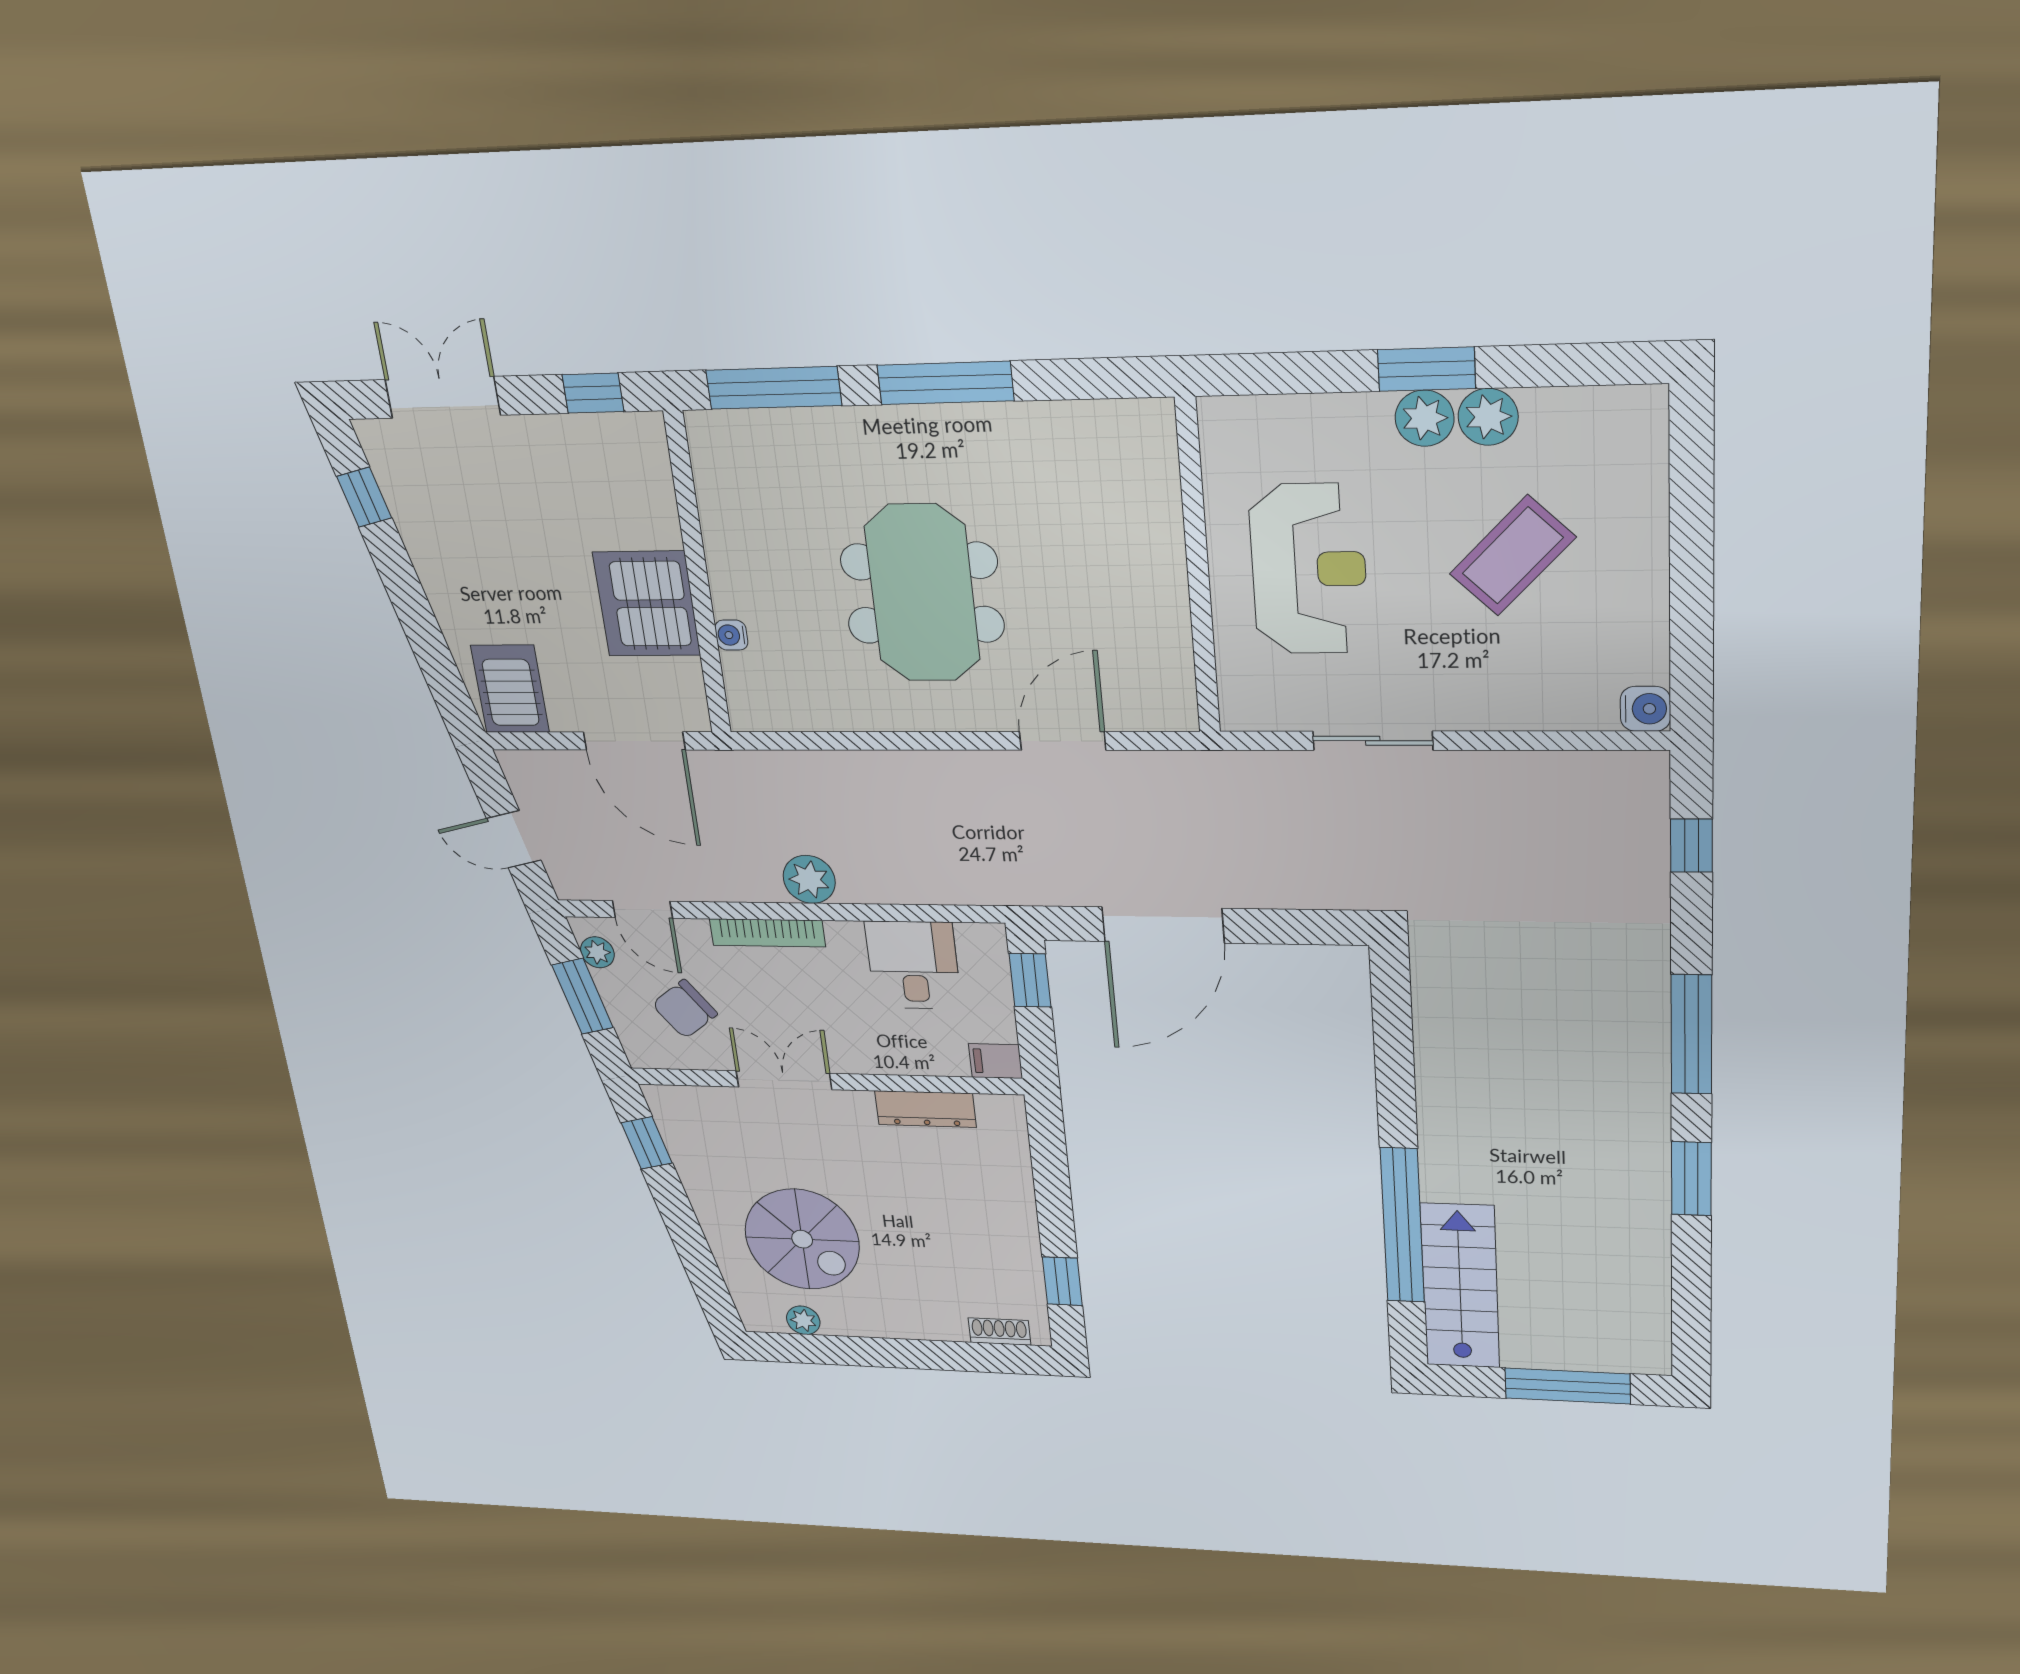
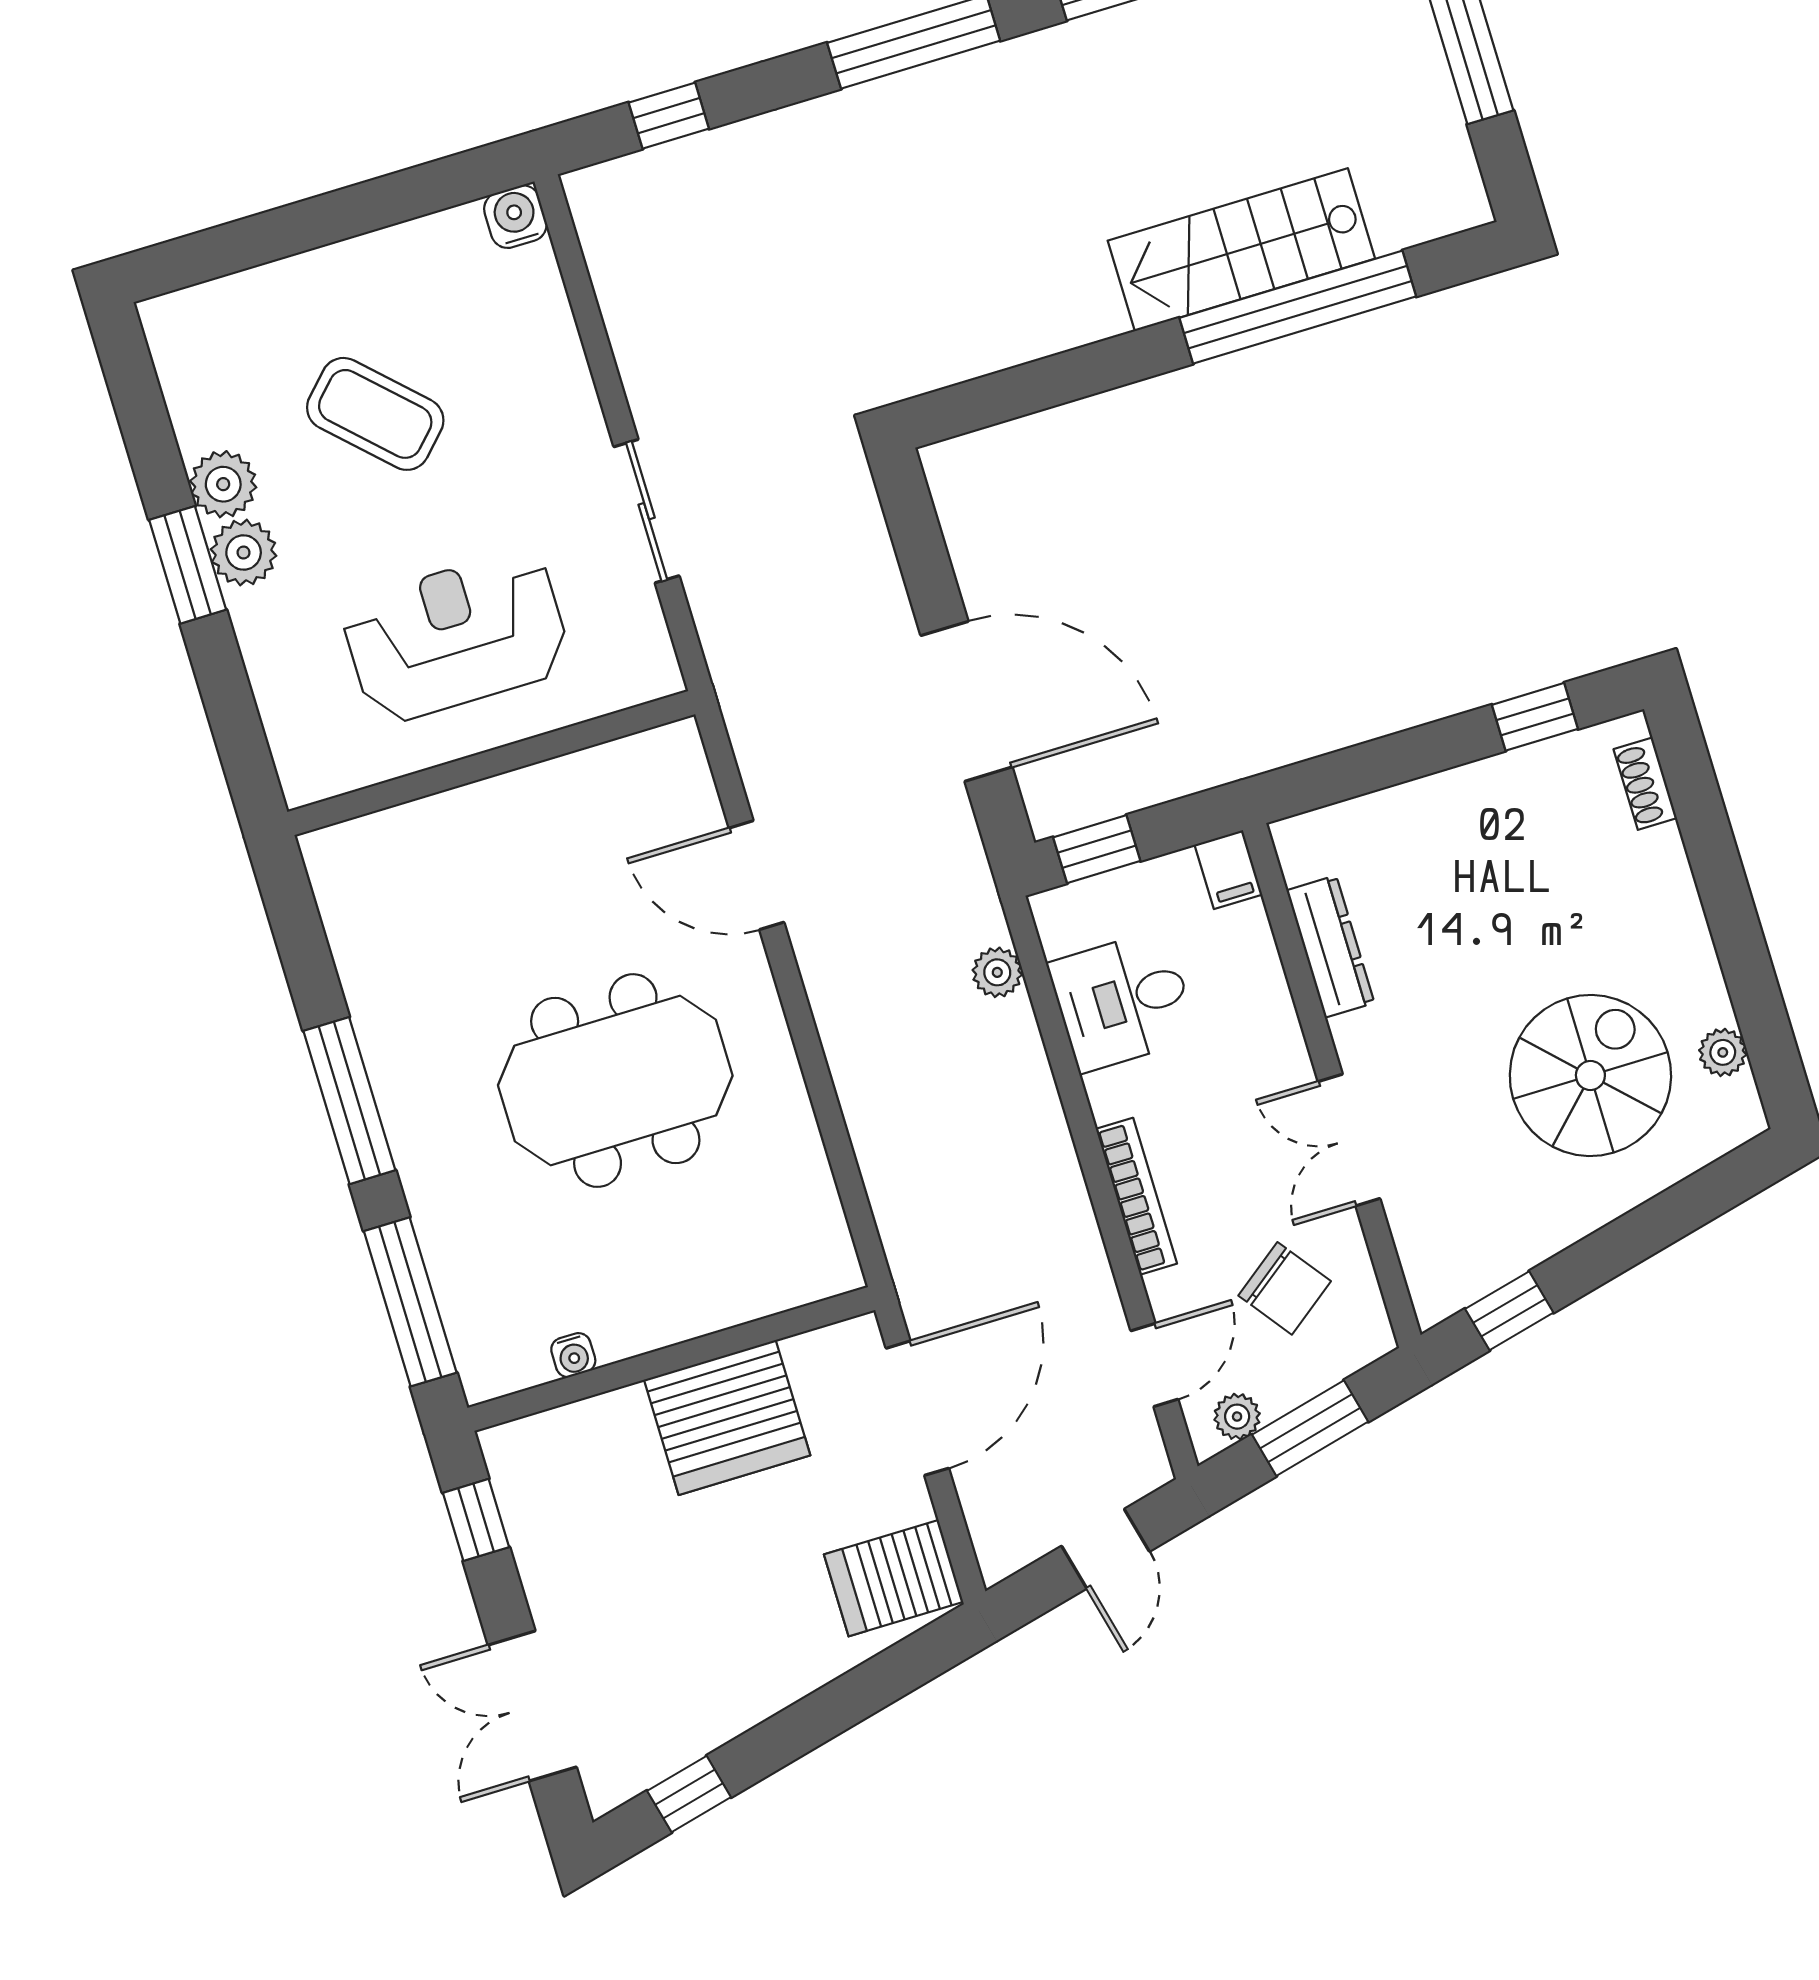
water cooler: (731, 635) -> (573, 1355), moved
plant: (809, 879) -> (997, 972), moved, width x0.73, depth x0.73
stairs: (1460, 1286) -> (1241, 250), moved

